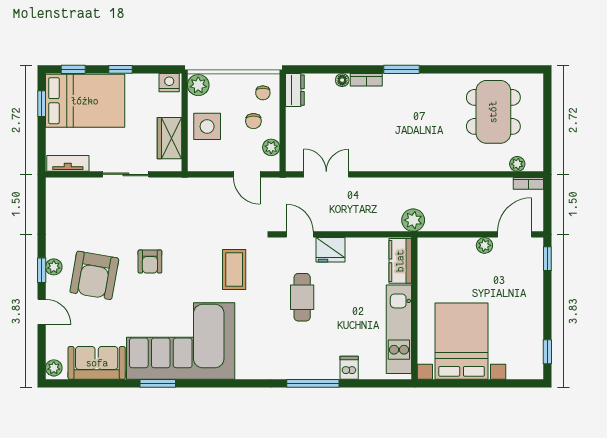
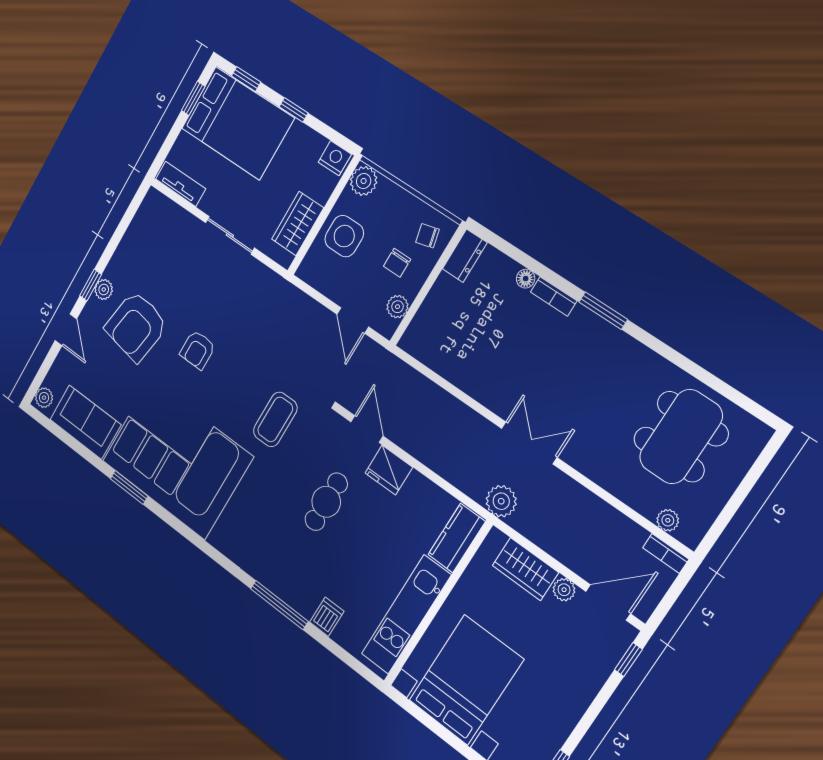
chair: (263, 93) -> (428, 236), turned 76
double door: (326, 174) -> (529, 443), moved
wardrobe: (454, 250) -> (525, 569), added

